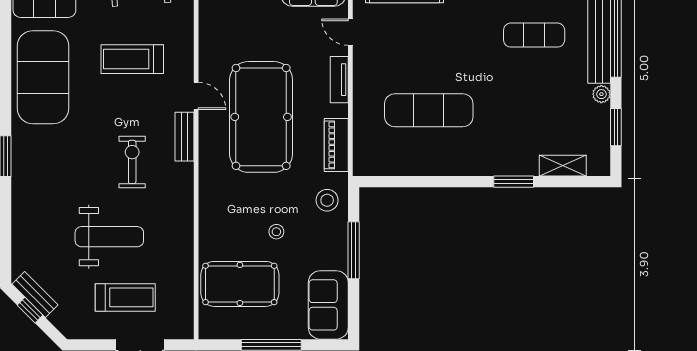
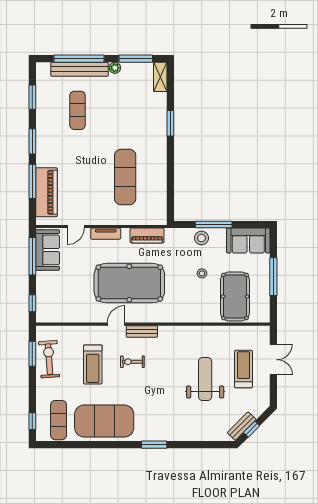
window: (616, 127) -> (136, 59), width x1.44
exercise bike: (132, 162) -> (132, 362), moved, width x0.73, depth x0.72
shelving: (563, 166) -> (160, 77), moved
stool: (327, 200) -> (201, 238), moved

